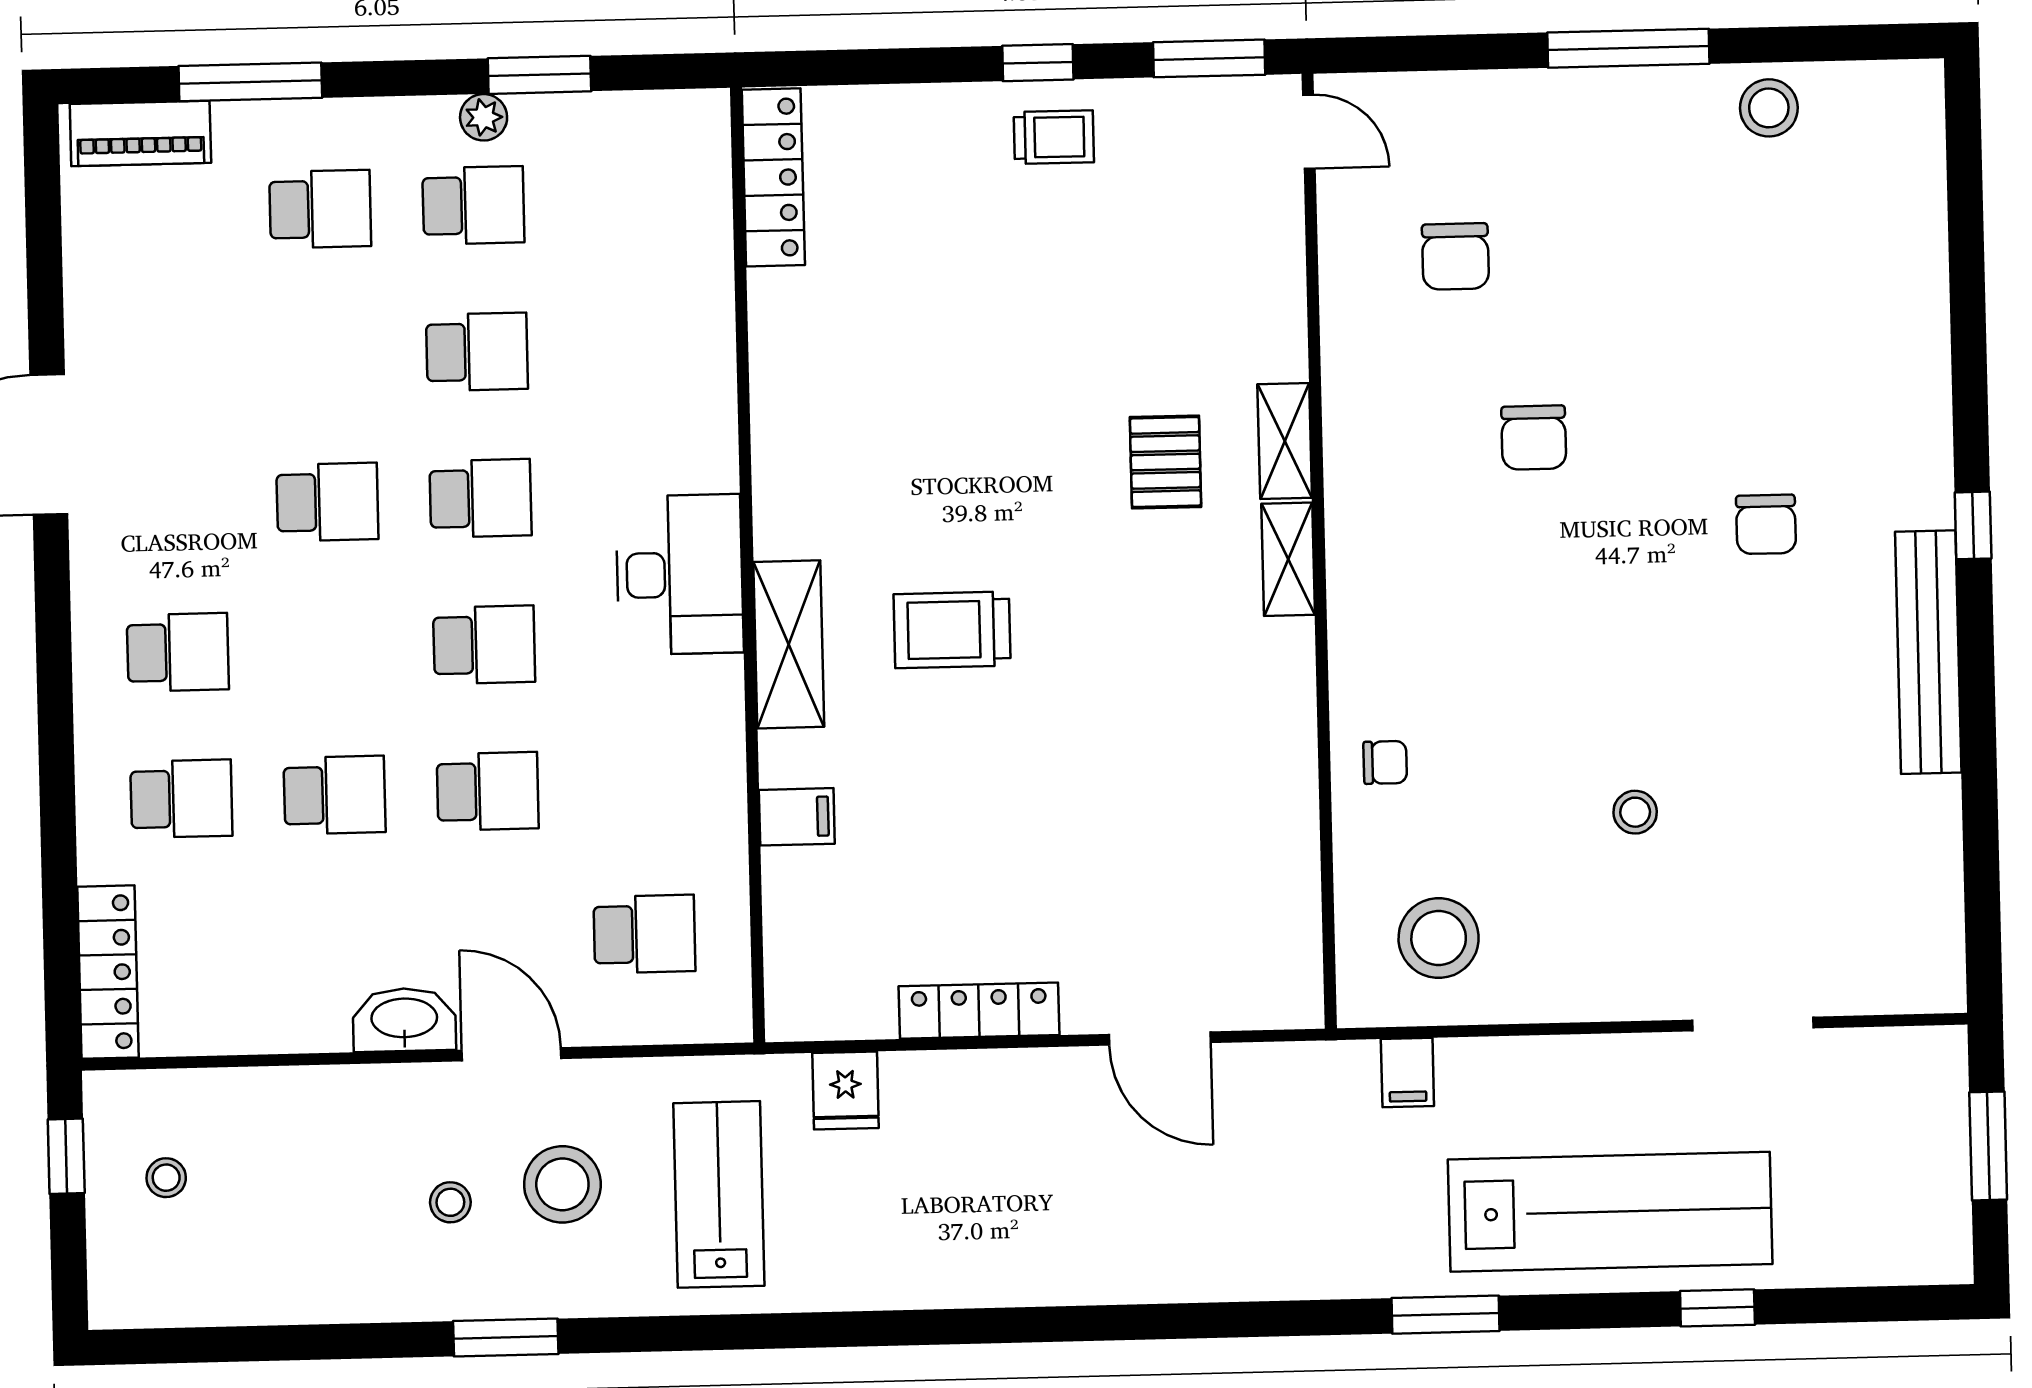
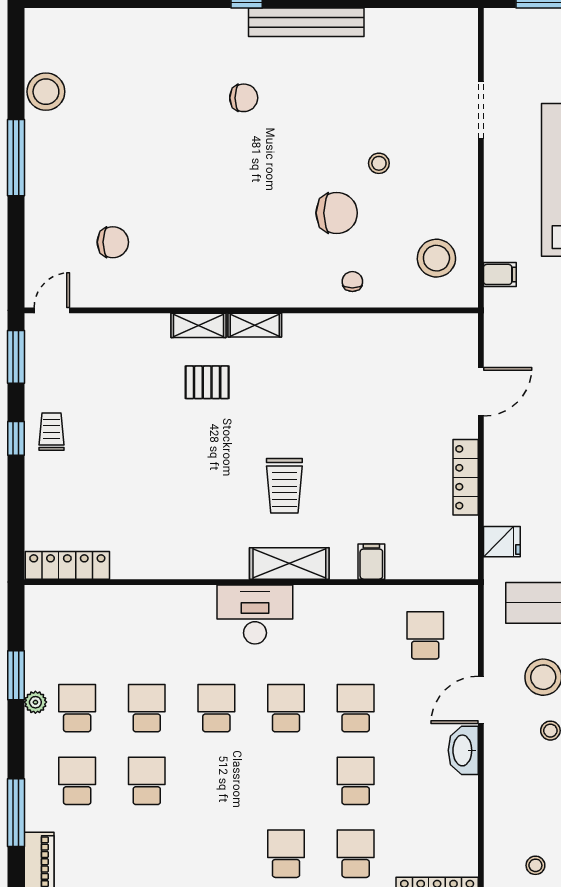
stool: (1769, 108) -> (46, 92), width x1.38, depth x1.38
chair: (1534, 438) -> (337, 213), moved, width x1.37, depth x1.37
school desk: (327, 502) -> (147, 781), moved

